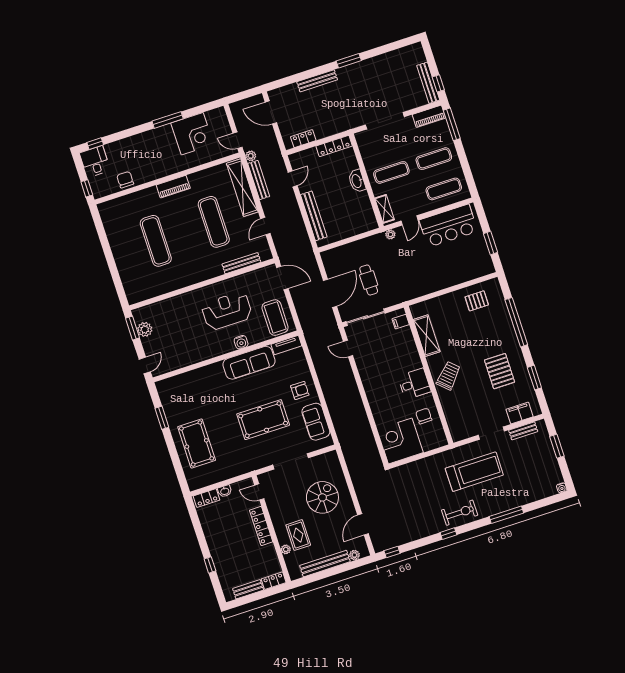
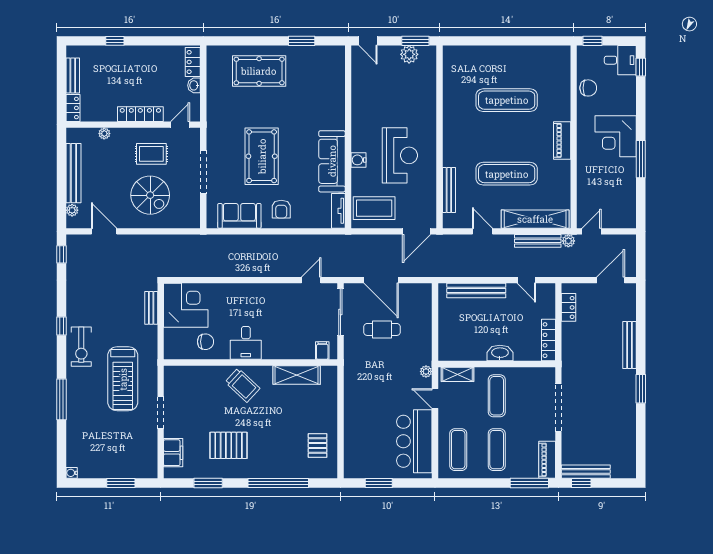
corner desk: (192, 134) -> (616, 136), moved
bench: (523, 431) -> (151, 308), moved
rug: (298, 535) -> (151, 154), moved

